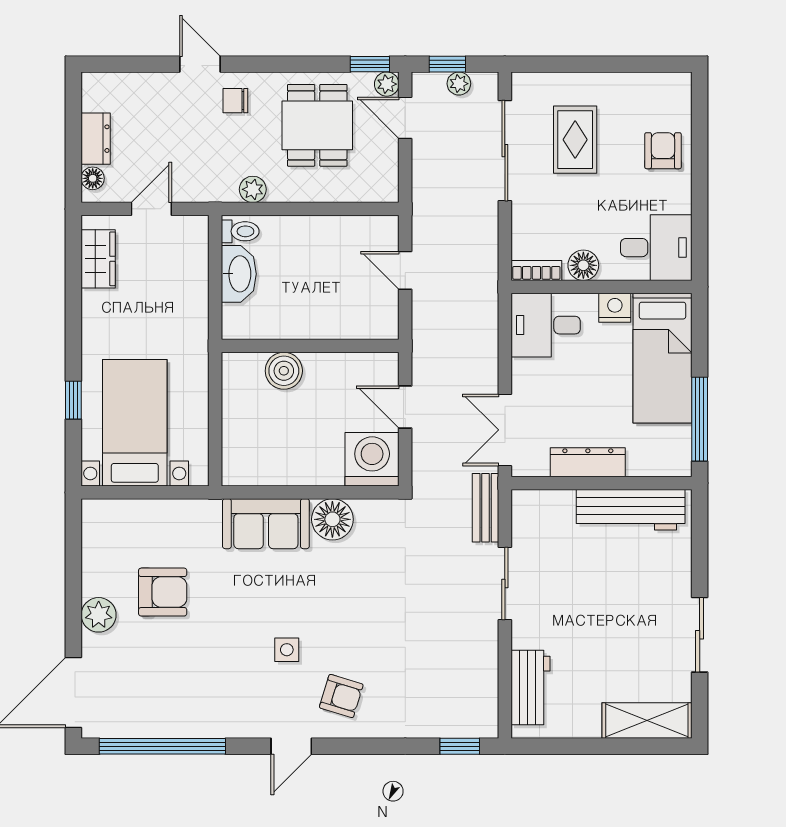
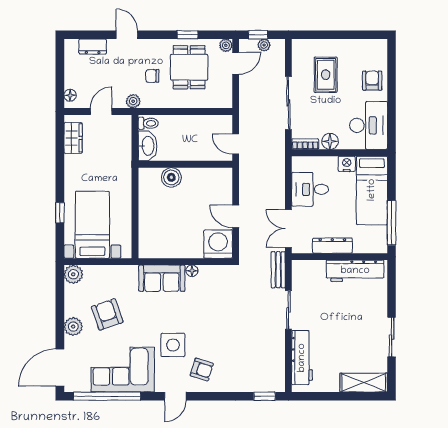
window: (370, 64) -> (188, 35), moved
chair: (235, 101) -> (152, 76), moved
door: (405, 118) -> (236, 63), swing flipped
dresser: (96, 139) -> (93, 47), moved, turned 90
sliding door: (505, 151) -> (288, 103), moved
plant: (253, 189) -> (133, 101), moved
desk: (656, 248) -> (369, 125), width x1.37
desk: (546, 325) -> (310, 189), moved
wall: (310, 346) -> (185, 164), moved
boiler: (284, 371) -> (171, 177), moved
plant: (99, 516) -> (73, 274), added
floor lamp: (332, 519) -> (192, 271), width x0.53, depth x0.53
armchair: (163, 592) -> (107, 314), turned -109
side table: (287, 650) -> (173, 345), width x1.87, depth x1.87
workbench: (530, 688) -> (302, 358), width x1.38
corner sofa: (192, 696) -> (123, 369), added

